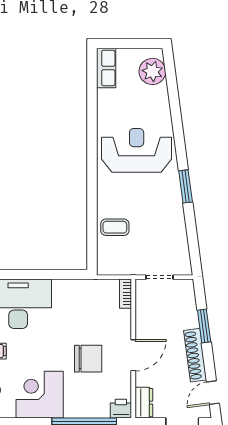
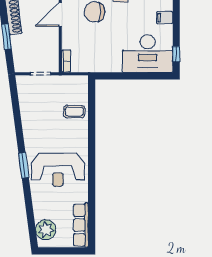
row of seats: (106, 68) -> (81, 225), width x1.48
window: (186, 186) -> (24, 165), moved

